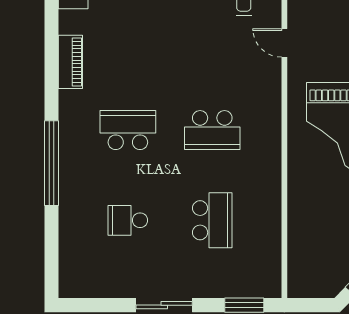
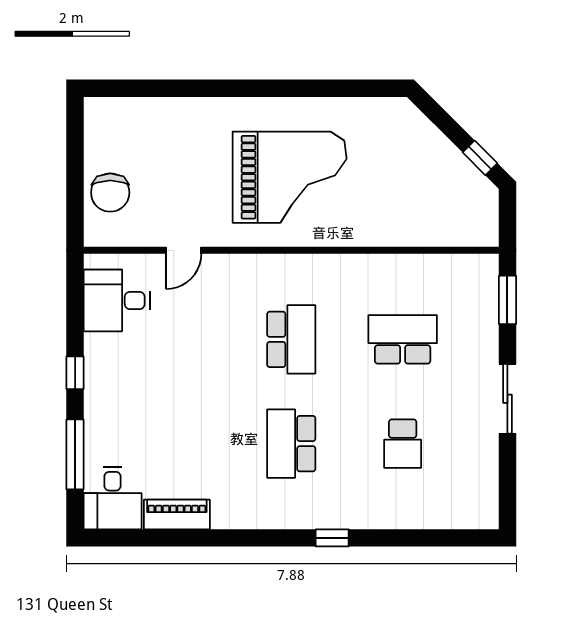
piano: (70, 62) -> (177, 515), moved
window: (52, 163) -> (332, 538), width x0.32

